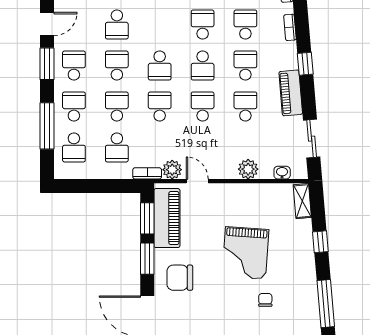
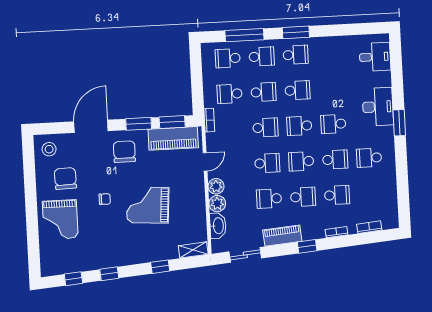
door: (47, 24) -> (329, 31), removed
school desk: (117, 25) -> (333, 124), moved
school desk: (245, 106) -> (269, 199), turned 180
plant: (172, 170) -> (216, 186), moved
washbasin: (282, 173) -> (218, 226), width x1.91, depth x1.45
chair: (265, 300) -> (105, 199), moved
window: (326, 304) -> (109, 274), width x0.46

